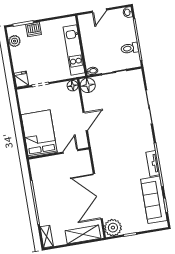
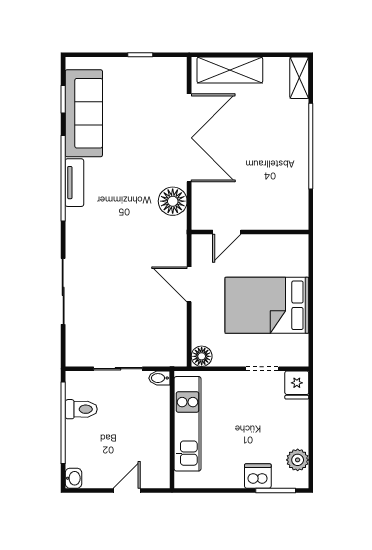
floor lamp: (88, 85) -> (173, 201), moved
door: (85, 121) -> (189, 284), hinge flipped
bed: (39, 134) -> (267, 305), moved, turned 90
plant: (113, 228) -> (170, 73), removed

